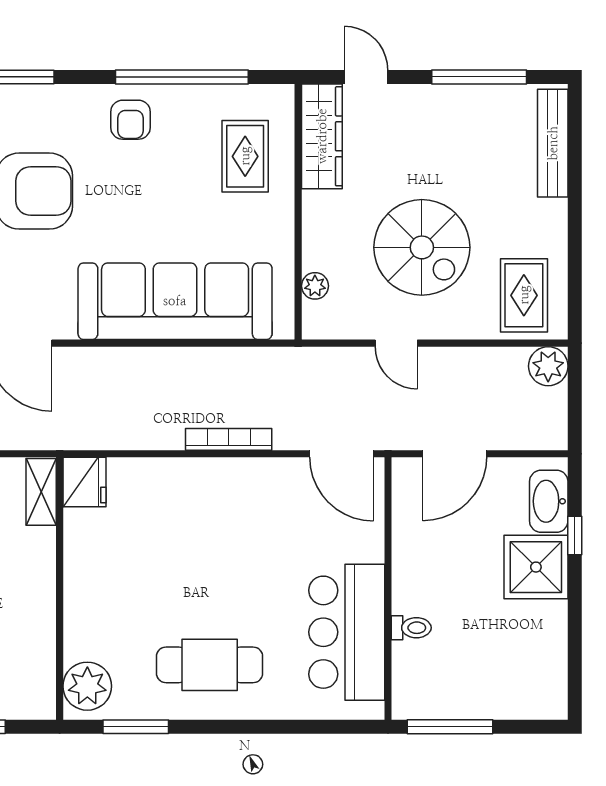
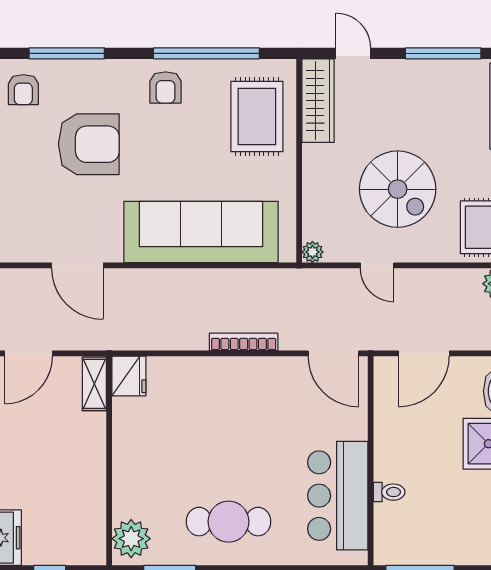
rug: (245, 156) -> (257, 117), width x1.36, depth x1.43
plant: (315, 286) -> (312, 252), moved

